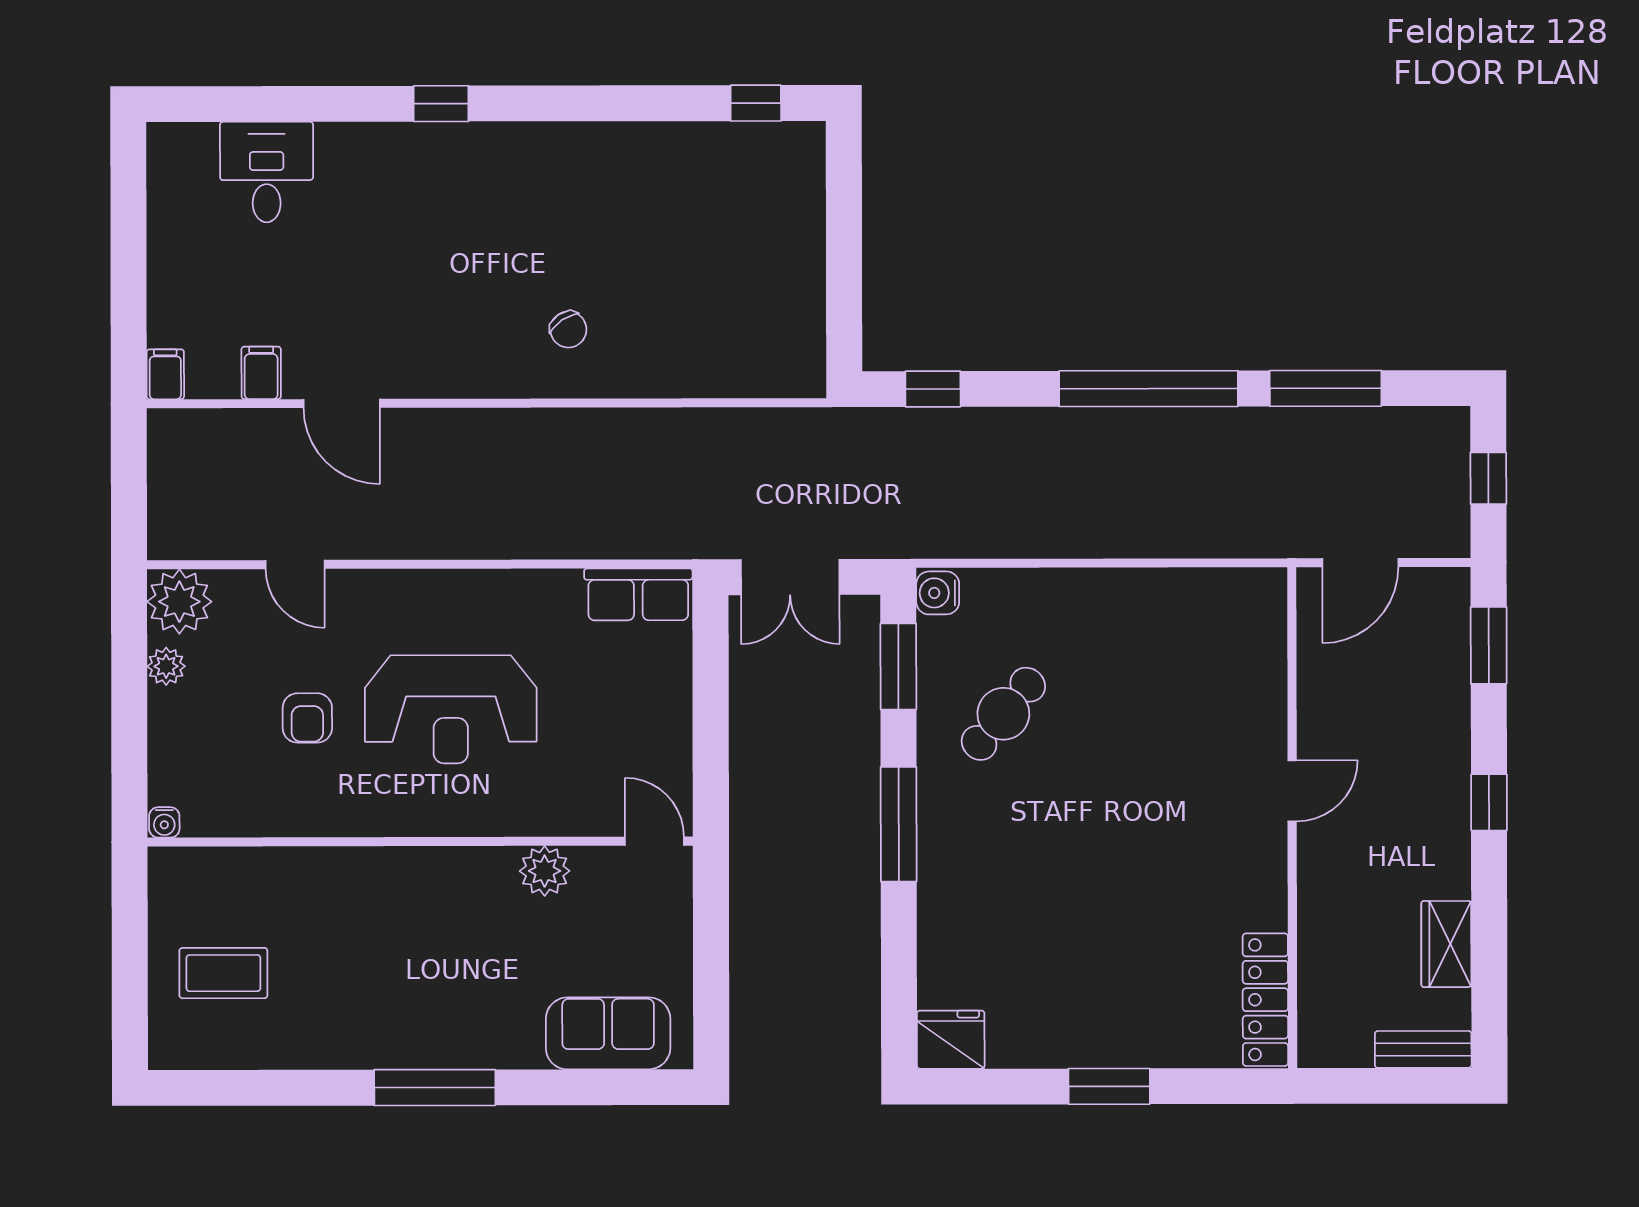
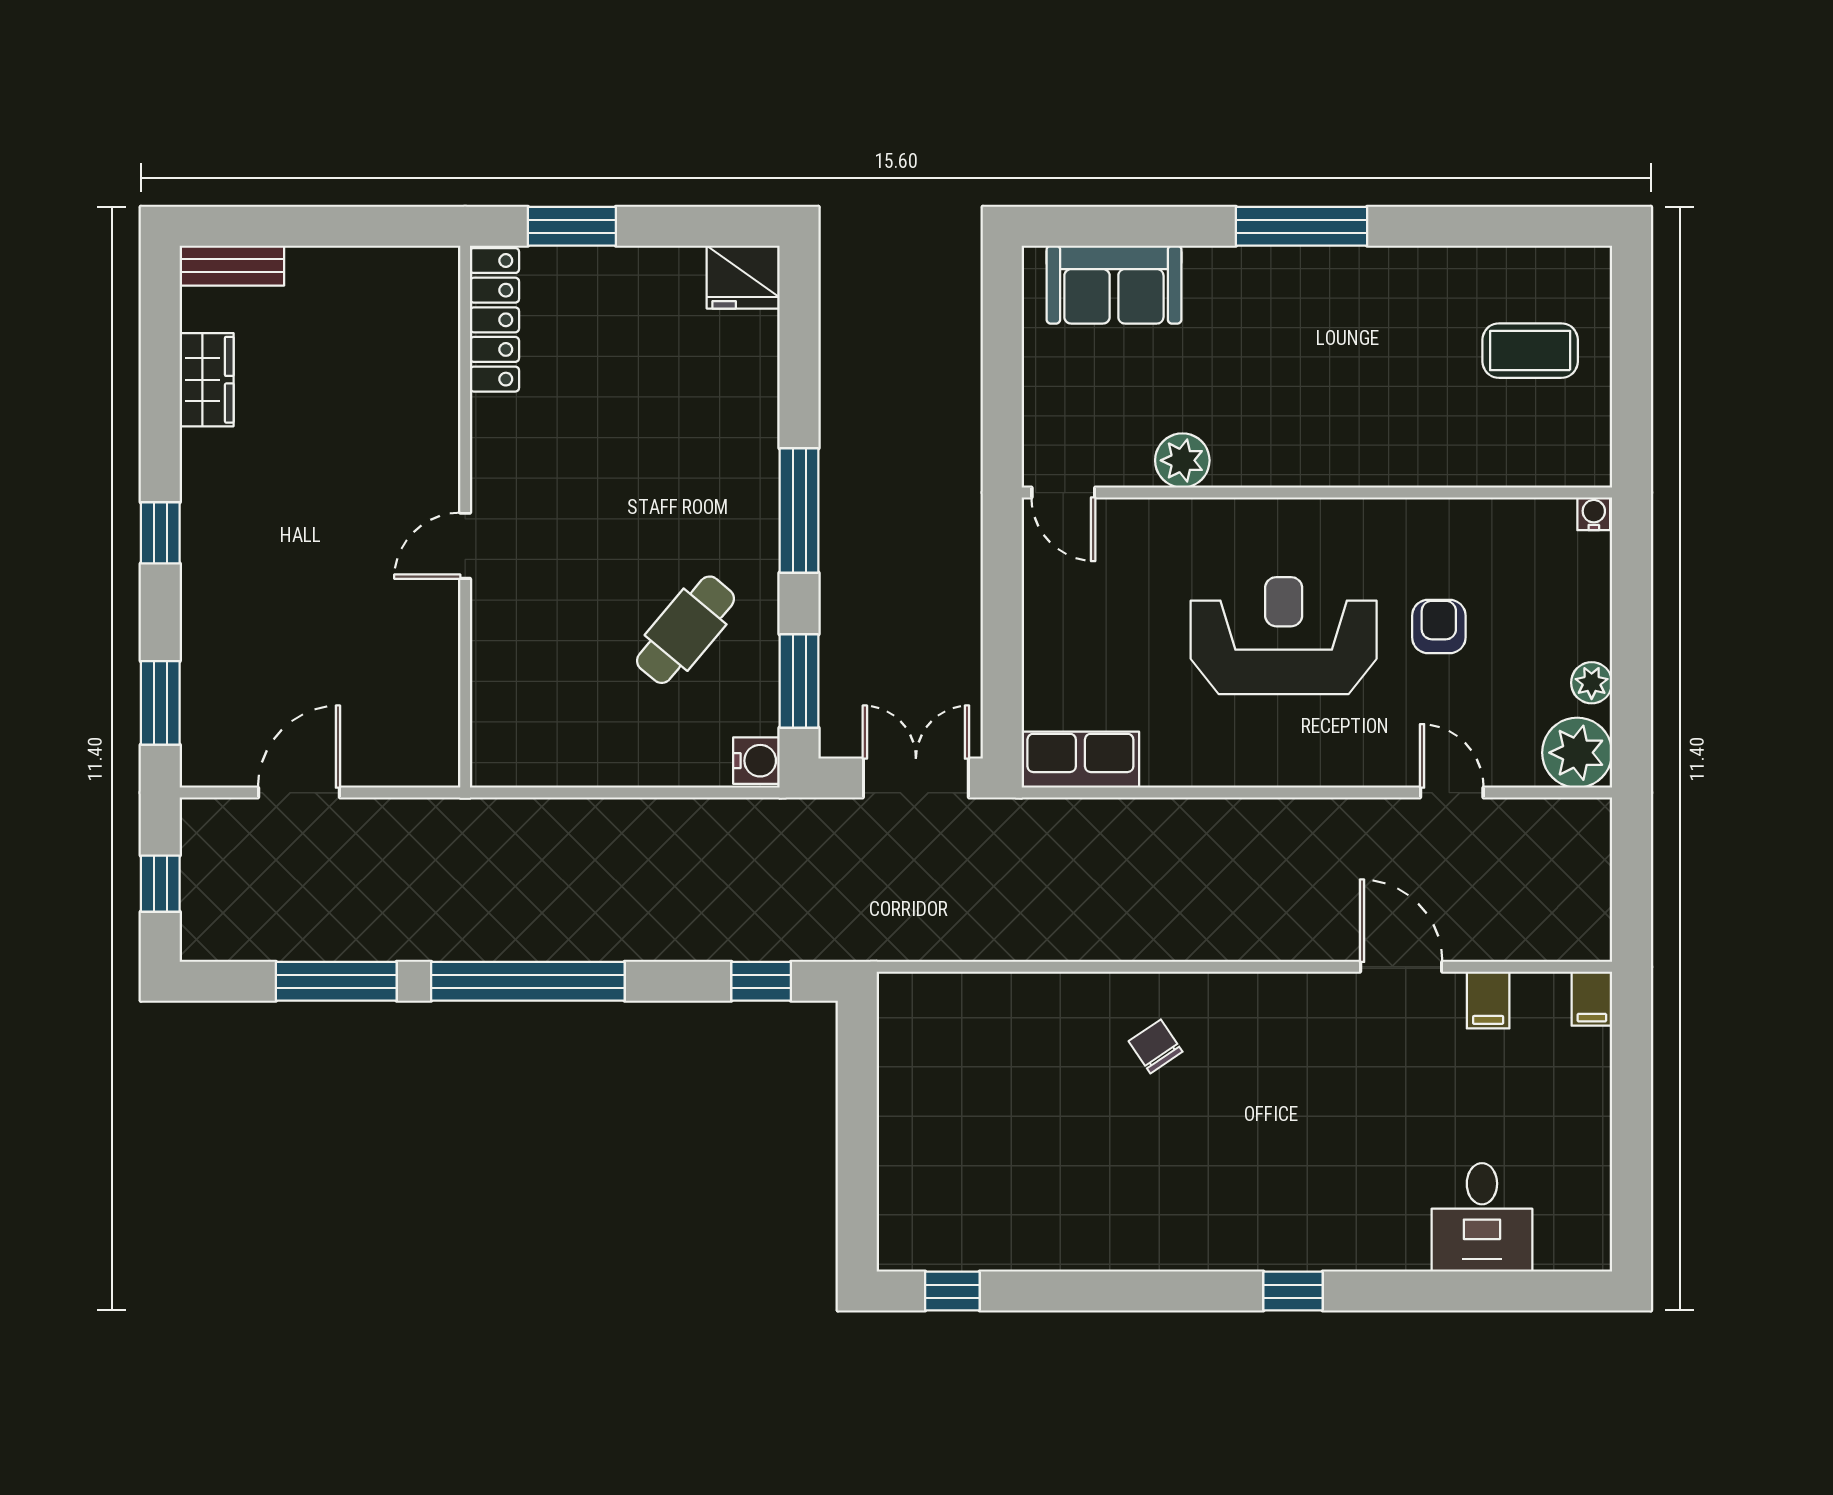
door: (1292, 791) -> (465, 546), moved
wall: (1292, 818) -> (465, 517), moved
locker: (1265, 1000) -> (494, 320), moved

